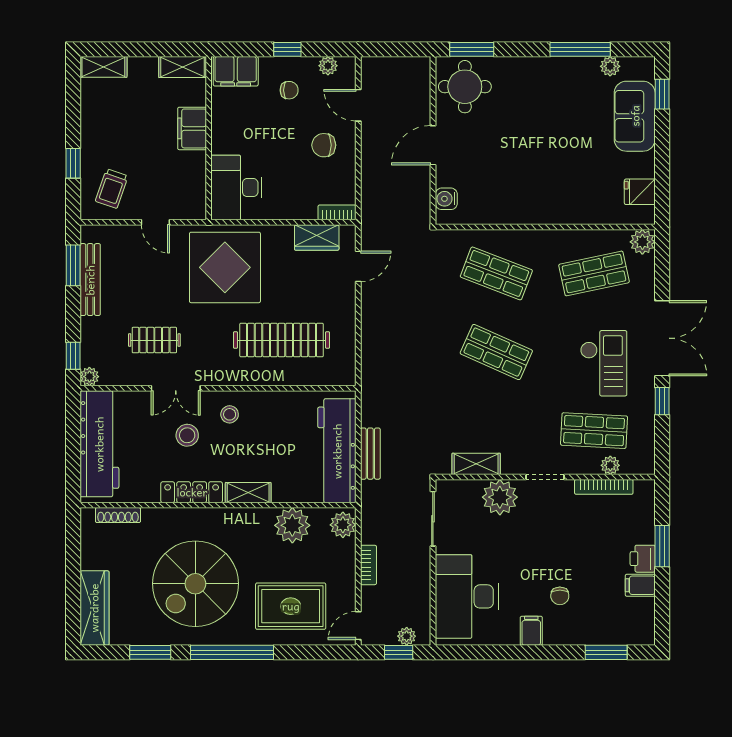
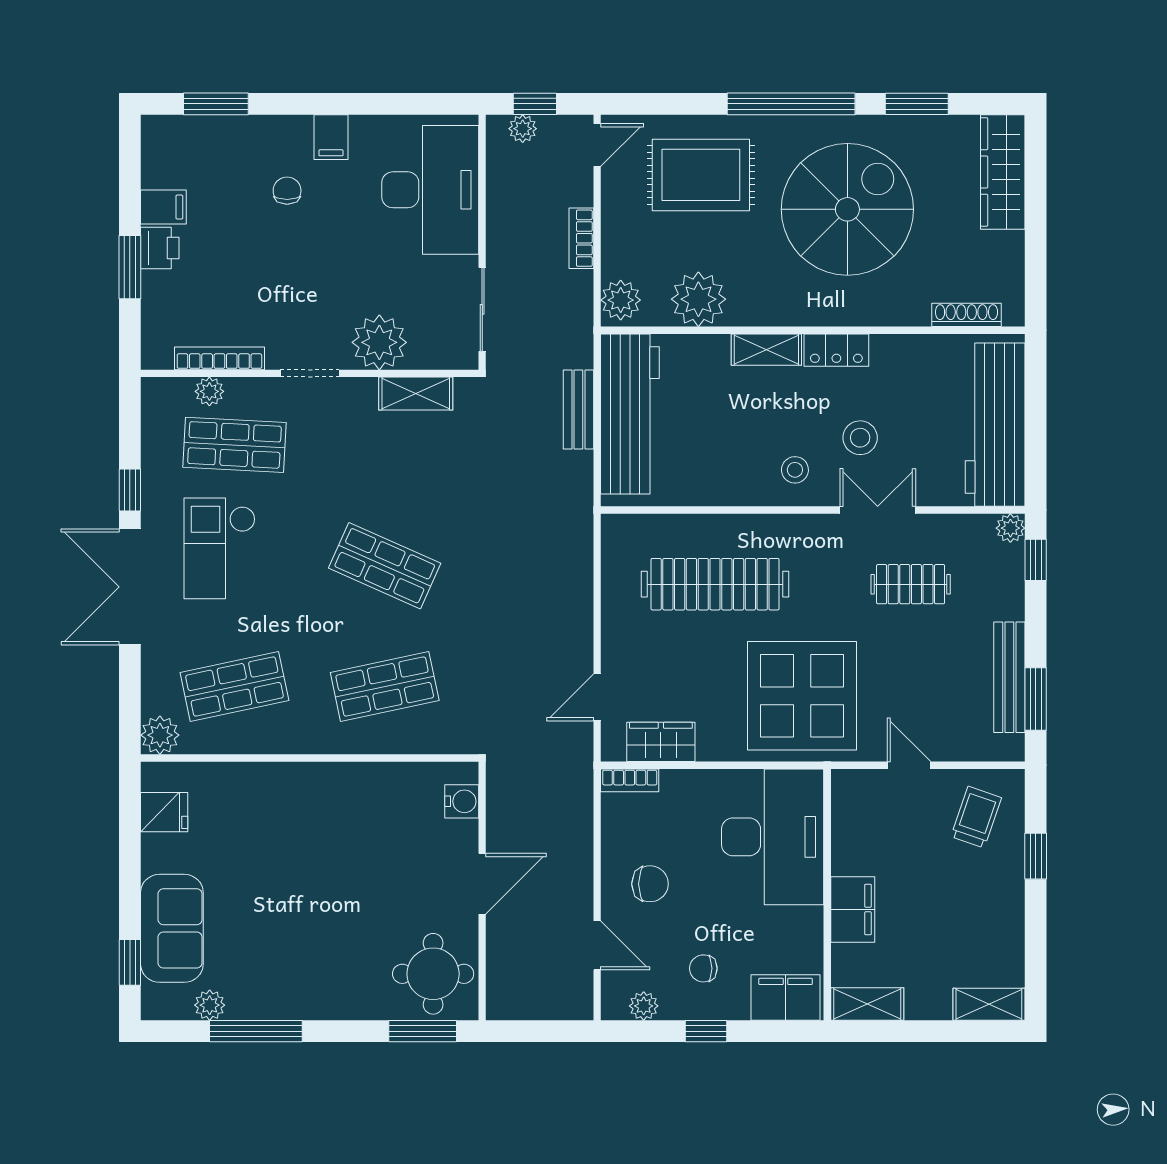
desk: (236, 188) -> (773, 837), width x1.36, depth x1.30
shop shelf: (496, 273) -> (385, 687), turned -33
locker: (192, 492) -> (836, 350), width x0.66

